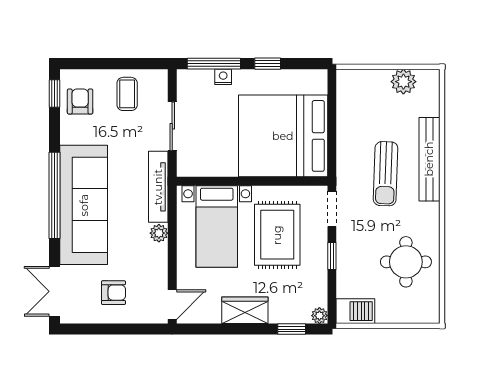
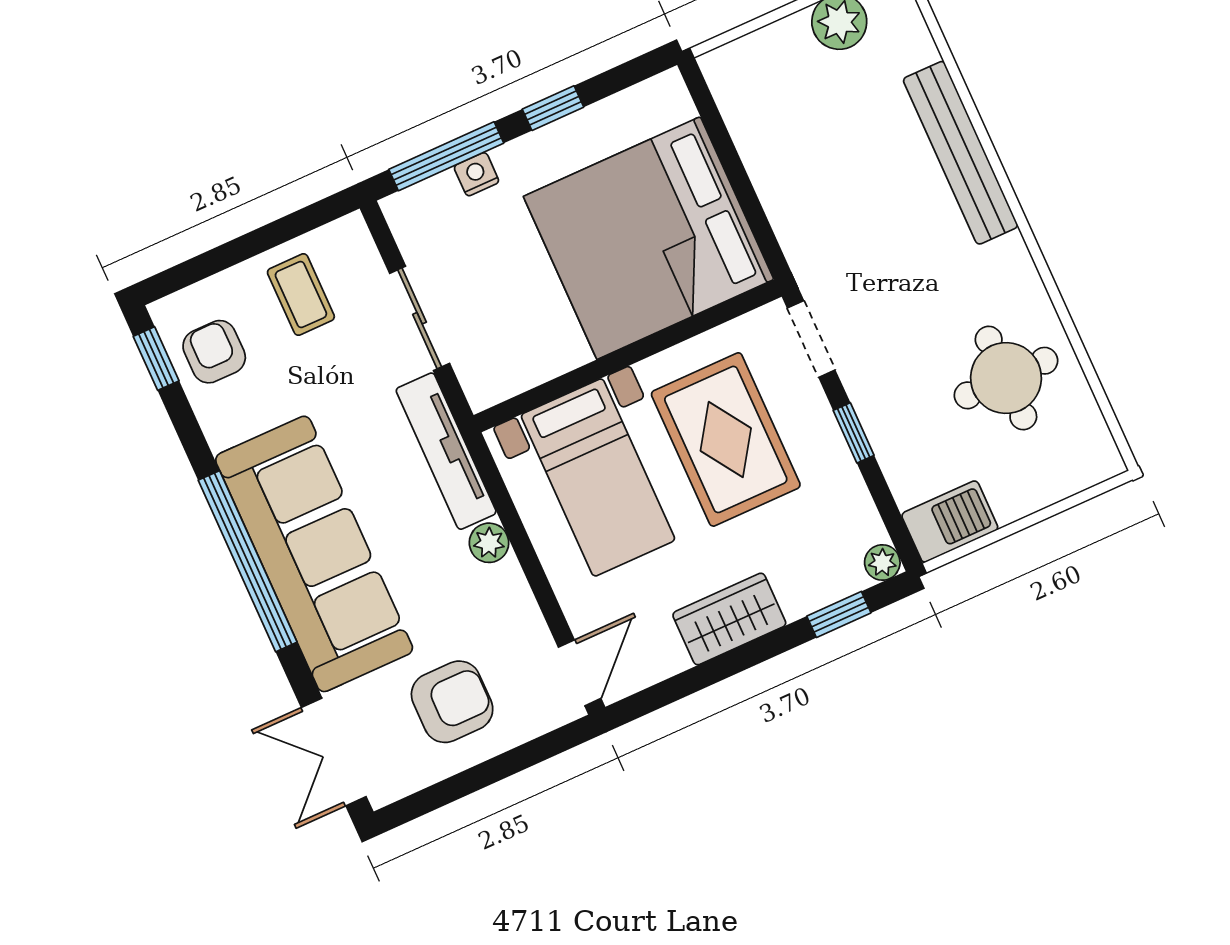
sun lounger: (386, 174) -> (886, 221), removed
armchair: (113, 293) -> (452, 702), width x1.38, depth x1.38

